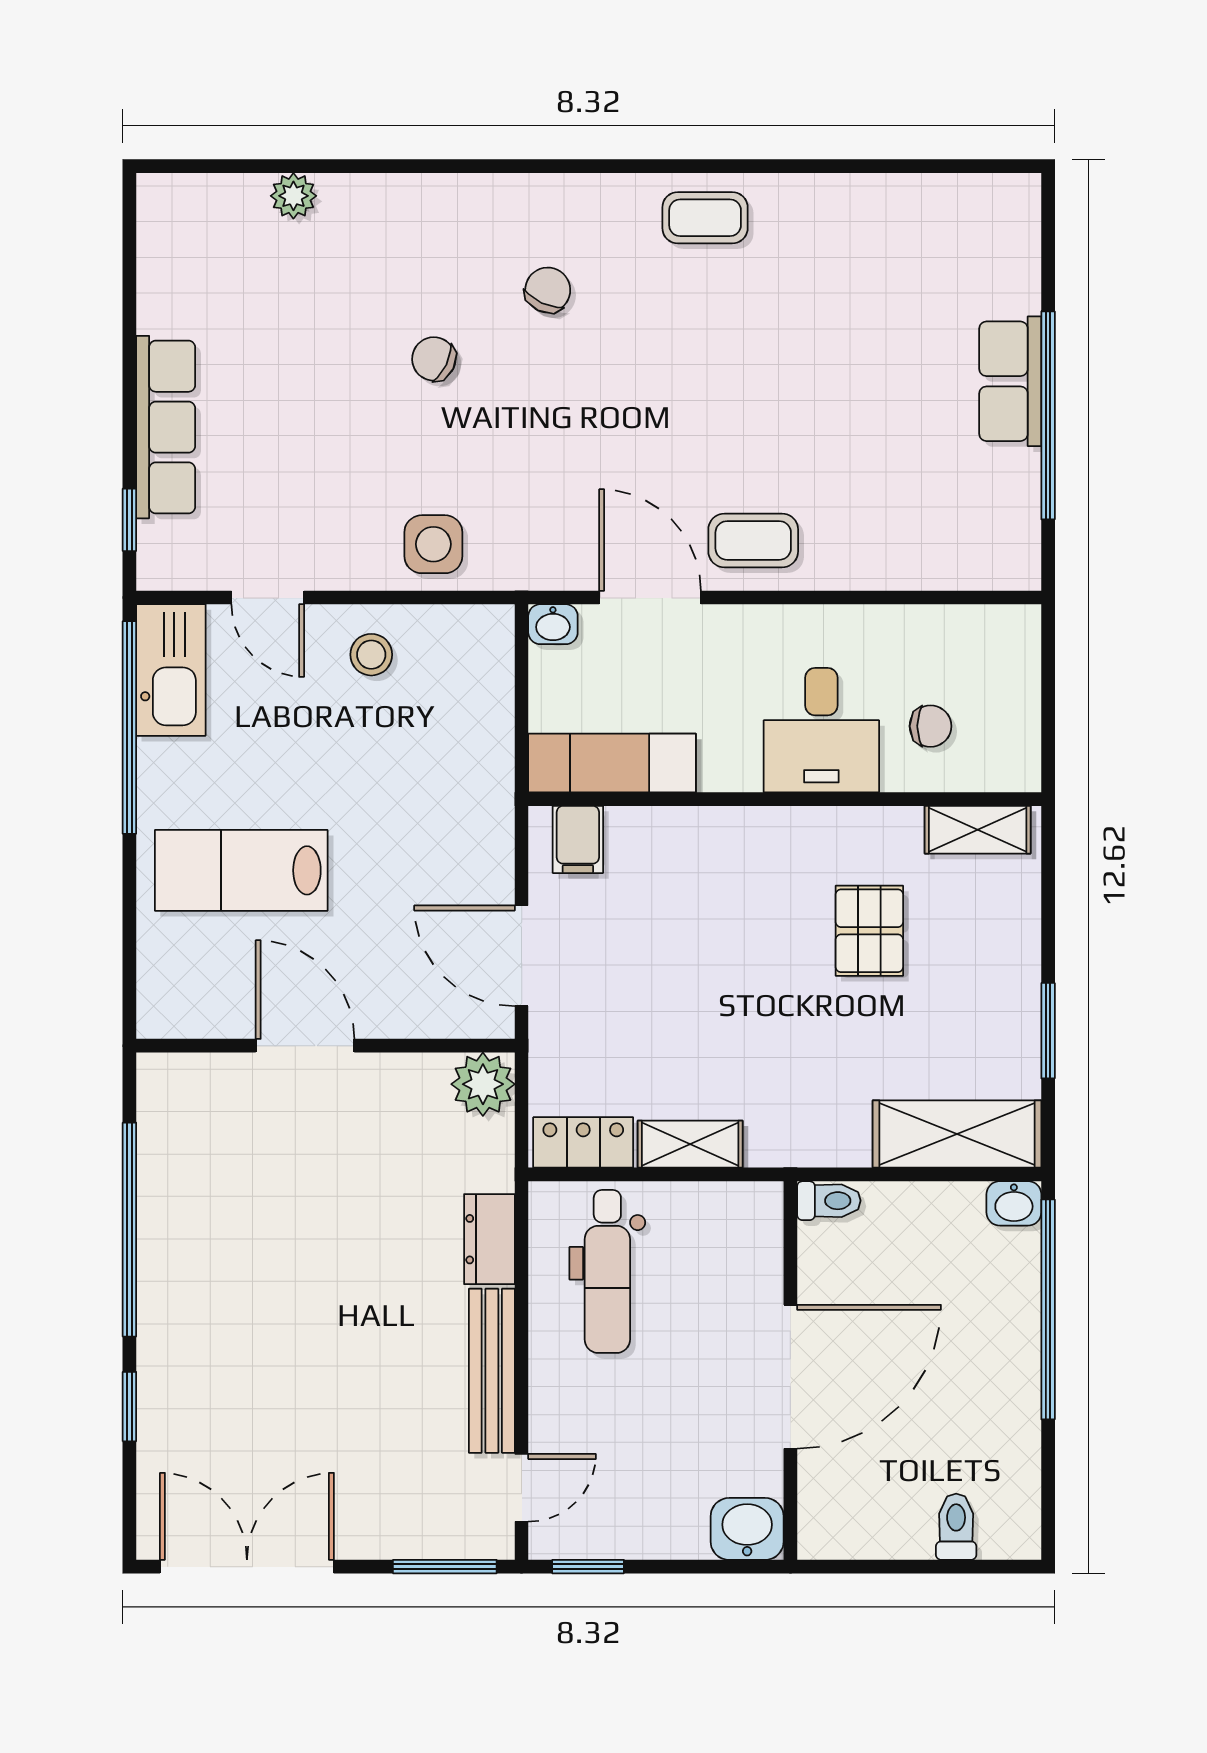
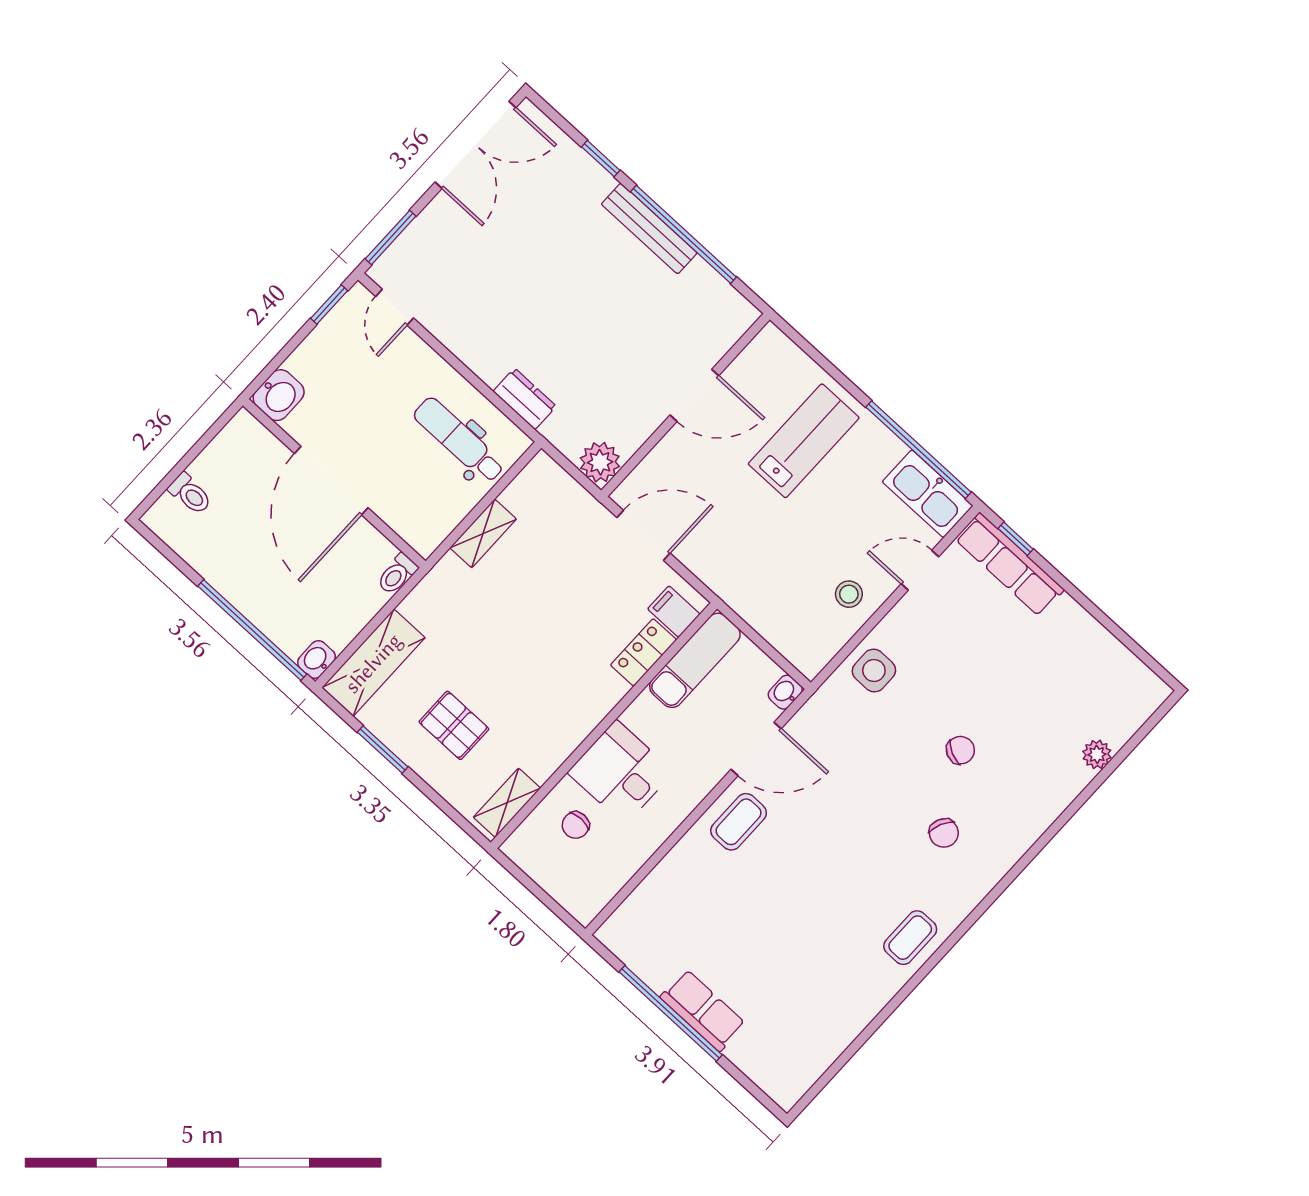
row of seats: (166, 427) -> (1010, 564), moved
pallet: (869, 931) -> (454, 725), moved
locker: (583, 1142) -> (643, 652), moved, turned 180
bench: (492, 1371) -> (649, 229), moved

